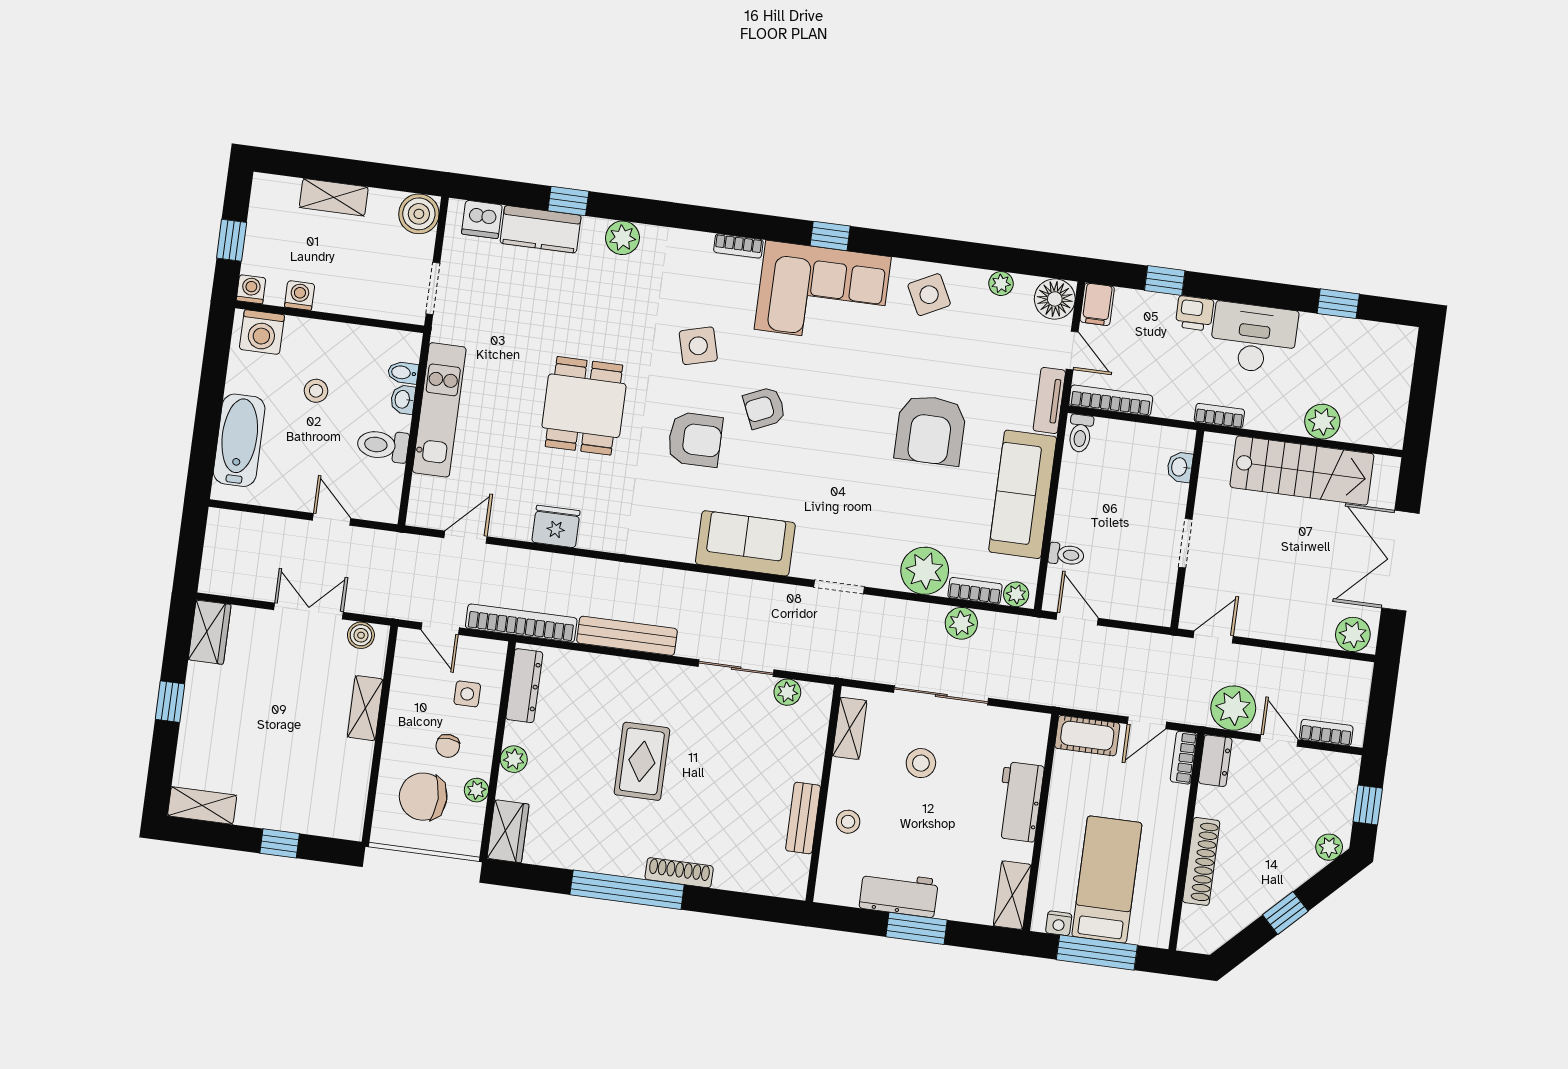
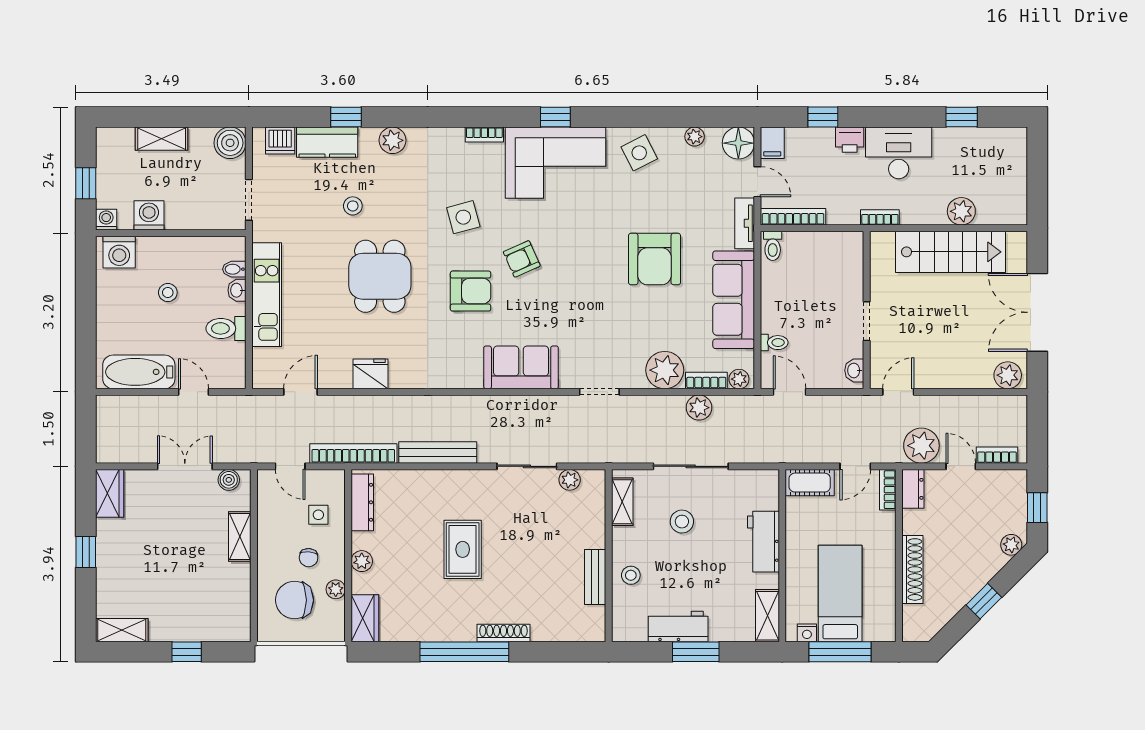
washing machine: (300, 295) -> (149, 215), width x1.38, depth x1.38
stool: (562, 313) -> (353, 206), added
bathtub: (239, 440) -> (139, 372), moved, turned -90
washbasin: (1180, 467) -> (854, 370), moved

